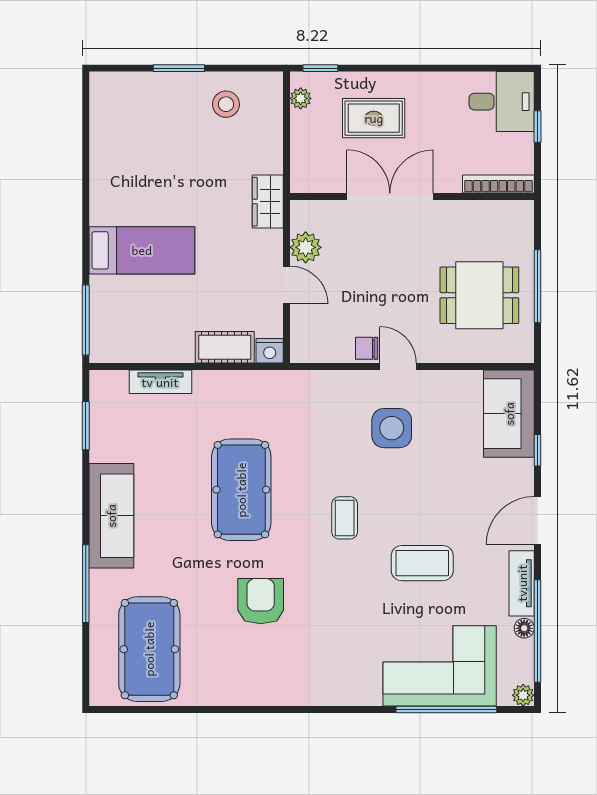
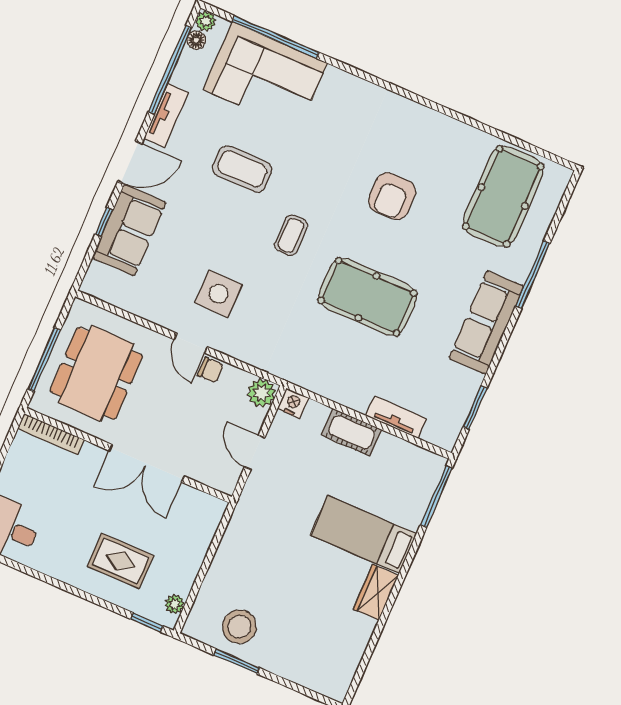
window: (179, 68) -> (237, 661), moved
stool: (226, 104) -> (239, 627), width x1.38, depth x1.38
bookcase: (498, 184) -> (51, 434), moved
double door: (390, 196) -> (147, 463), moved
wall: (412, 196) -> (128, 455), moved
wardrobe: (268, 202) -> (376, 592), moved, turned 180
plant: (306, 247) -> (262, 393), moved
dining table: (479, 295) -> (96, 373), width x1.37
cot: (225, 347) -> (352, 432), moved
sofa: (509, 414) -> (129, 230), moved
pool table: (241, 490) -> (367, 297), turned 90
floor lamp: (524, 628) -> (196, 40), moved

